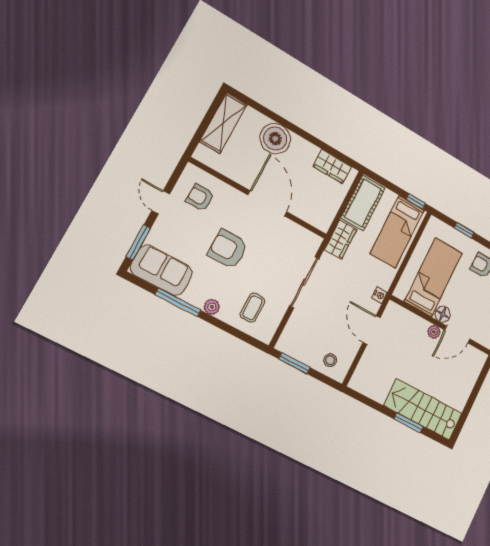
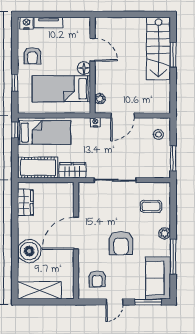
plant: (434, 332) -> (100, 99), moved

